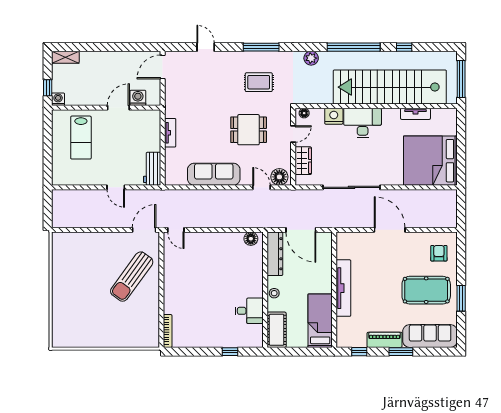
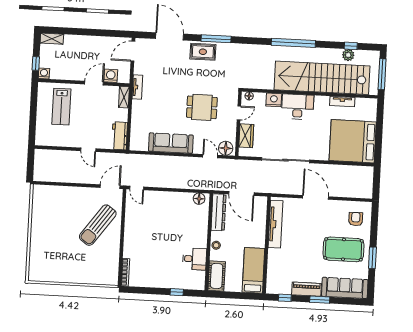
door: (206, 47) -> (170, 36), width x1.88
window: (404, 47) -> (351, 46), moved
plant: (311, 58) -> (348, 55), moved
rug: (259, 82) -> (203, 52), moved
shelving: (155, 122) -> (124, 97), added
tv unit: (170, 133) -> (137, 87), moved
tv unit: (343, 288) -> (275, 224), moved

